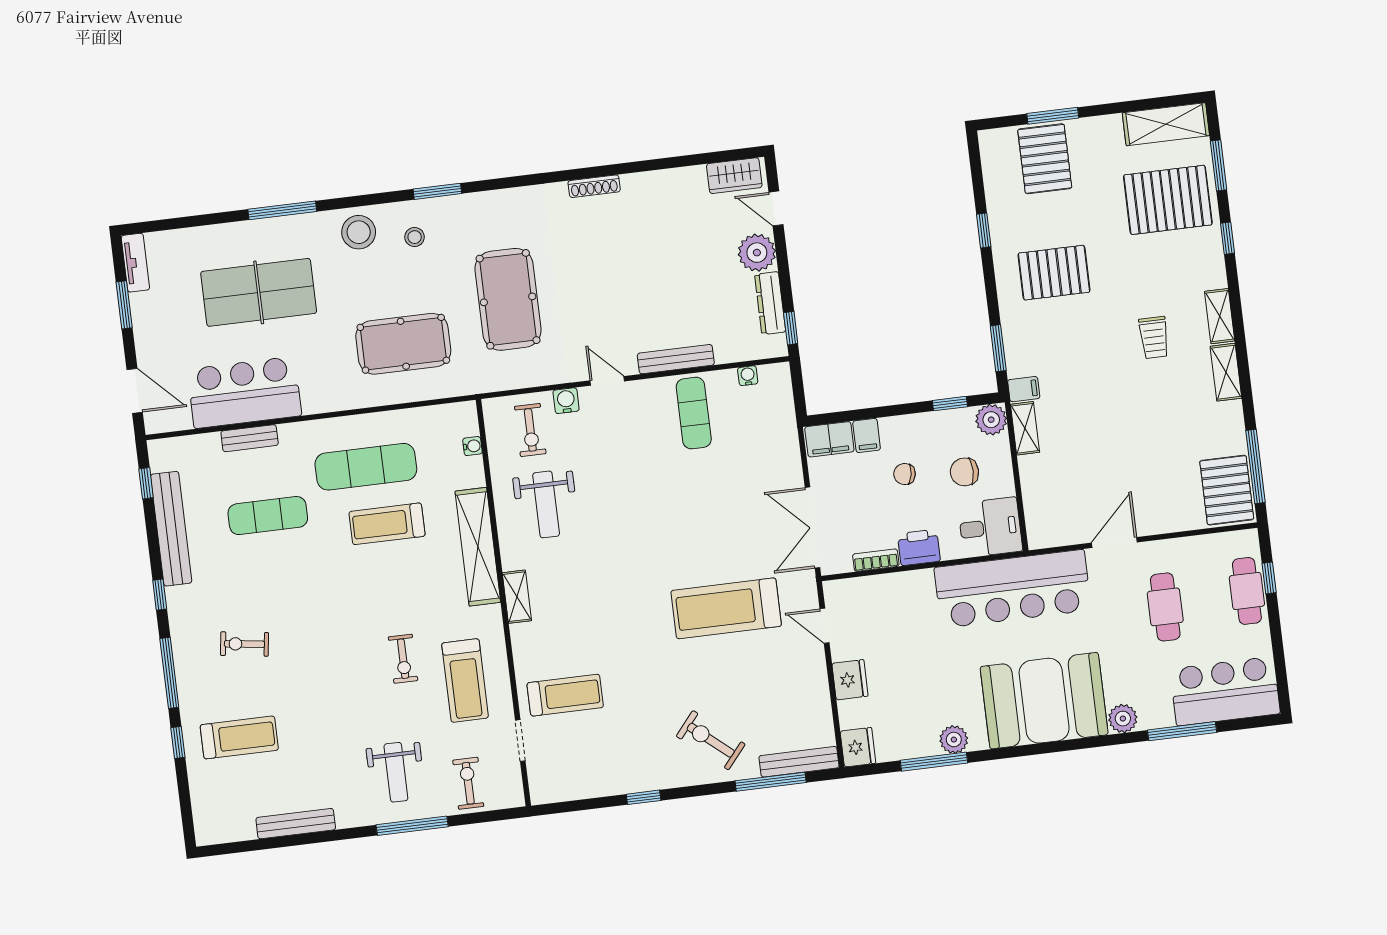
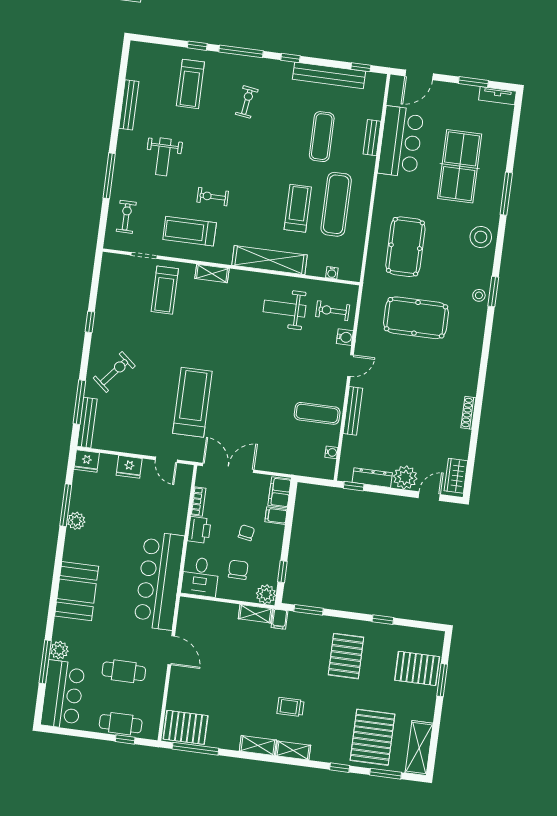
shoe rack: (594, 186) -> (468, 413), moved
stool: (415, 237) -> (479, 295), moved
shelving: (517, 597) -> (212, 273), moved
door: (825, 626) -> (166, 460), swing flipped
booth: (1044, 701) -> (77, 591), width x0.73, depth x0.70
plant: (1123, 719) -> (59, 650), moved
weight bench: (396, 772) -> (163, 157), moved, turned -90
exercise bike: (468, 783) -> (126, 217), turned -90

